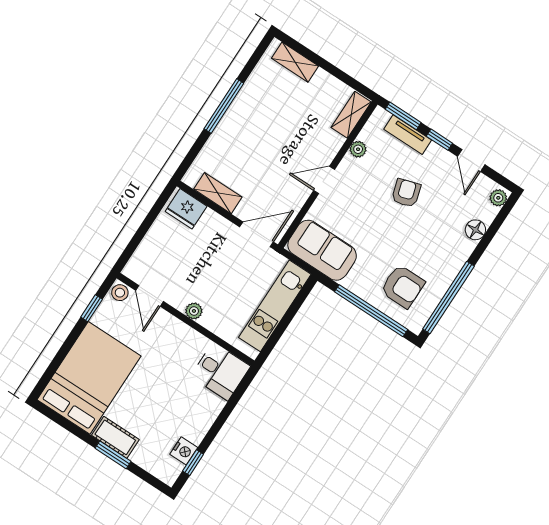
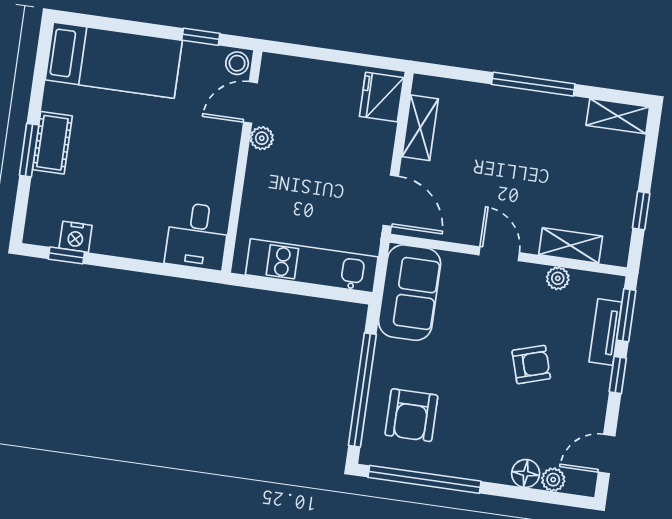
shelving: (295, 62) -> (618, 116), moved, turned 90
window: (339, 74) -> (641, 211), added
shelving: (351, 115) -> (571, 245), moved
door: (471, 161) -> (607, 454), moved
plant: (498, 198) -> (553, 480), moved
plant: (194, 311) -> (262, 138), moved
bed: (89, 378) -> (114, 60), width x0.67

